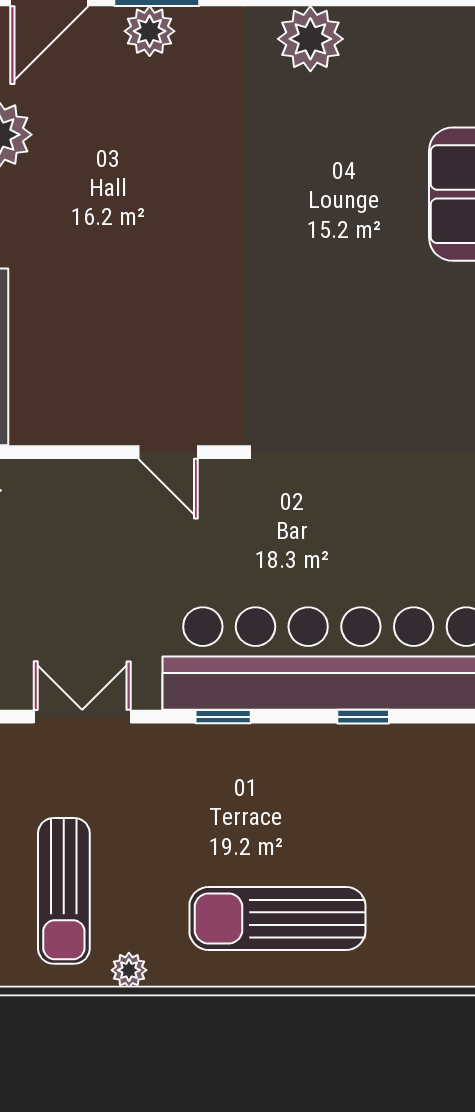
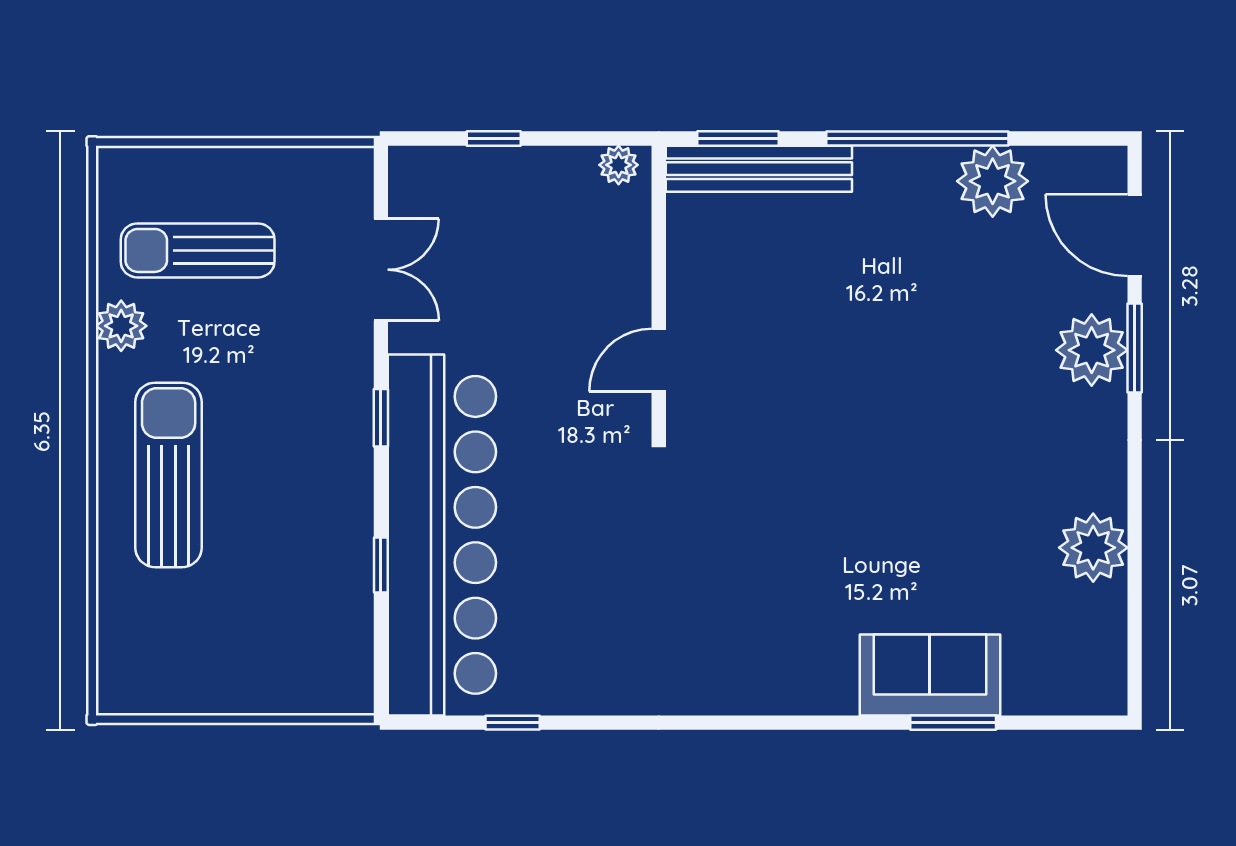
plant: (150, 31) -> (1092, 350), width x1.36, depth x1.36
plant: (310, 39) -> (1093, 548), moved
plant: (129, 970) -> (121, 326), width x1.38, depth x1.38

